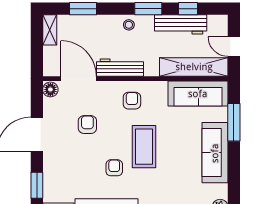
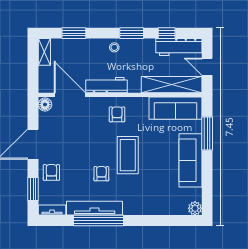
workbench: (181, 24) -> (179, 47), moved
armchair: (87, 125) -> (51, 172), moved

